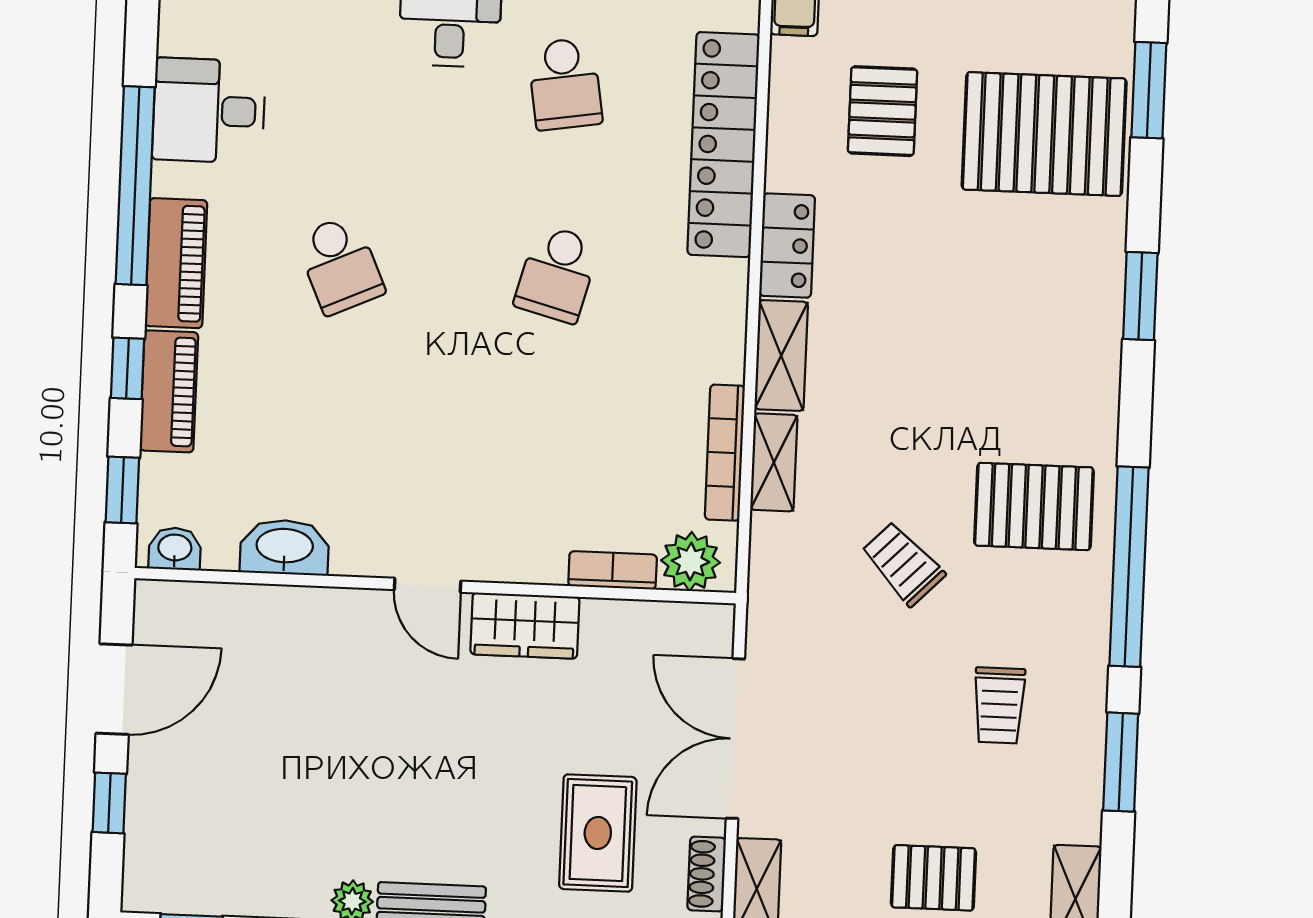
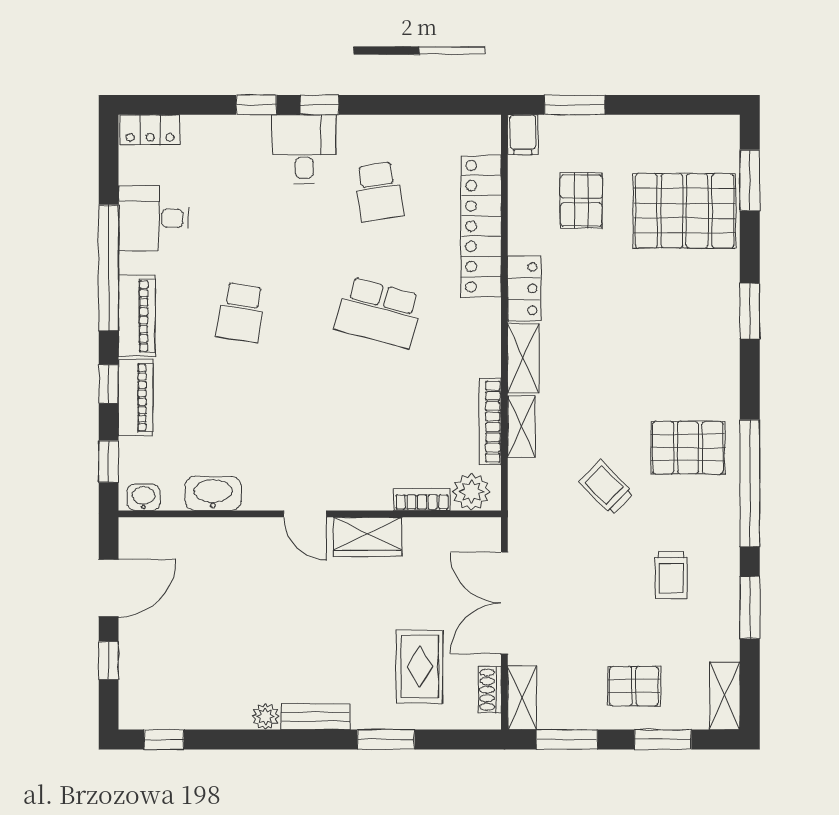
school desk: (340, 265) -> (241, 313), turned 33
school desk: (557, 274) -> (379, 313), width x1.85

